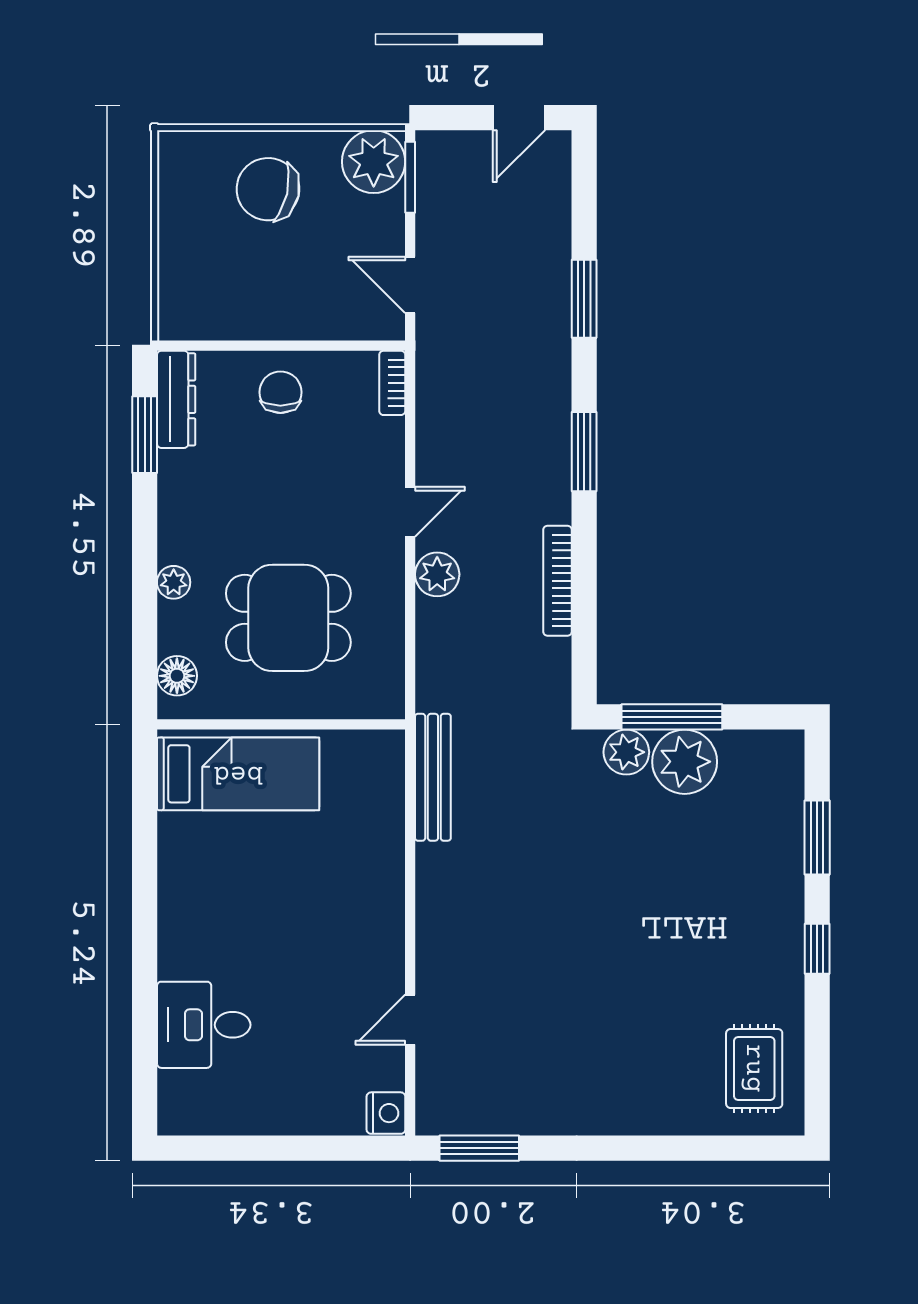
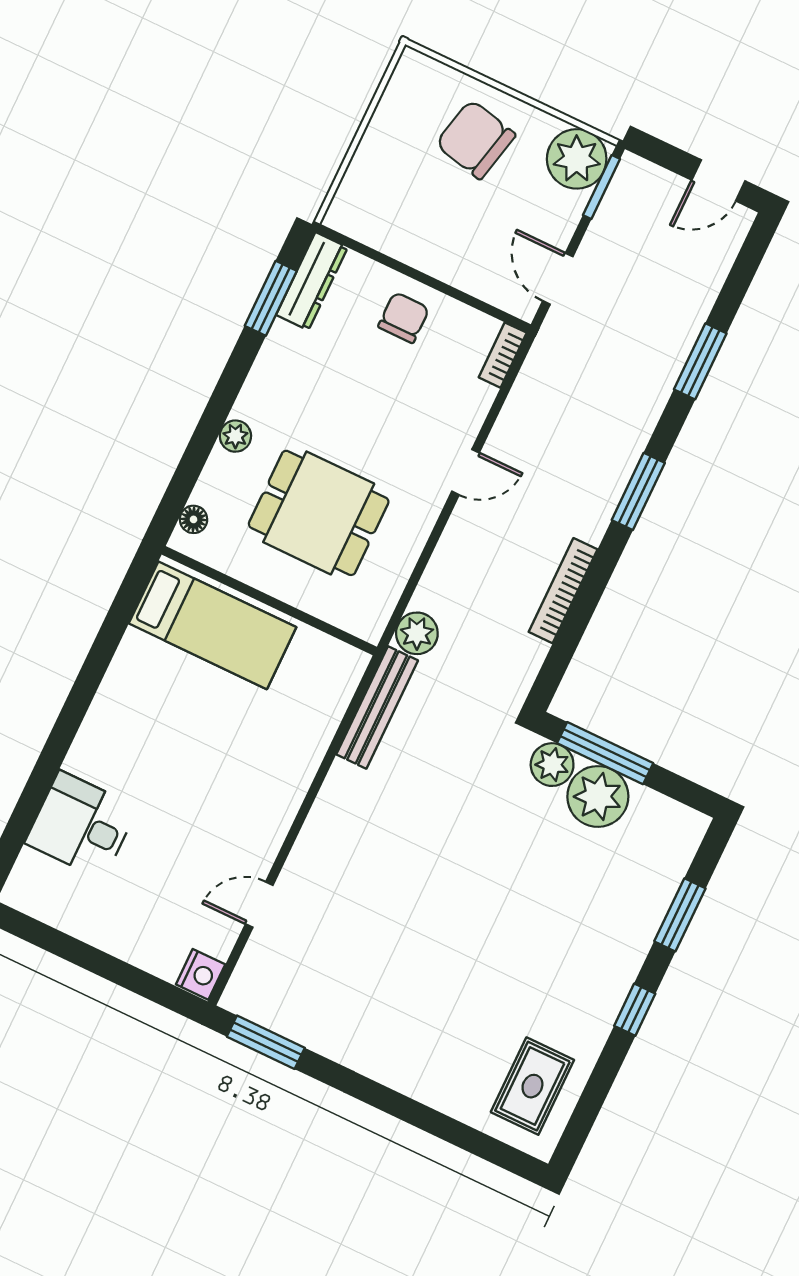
plant: (437, 574) -> (417, 633), moved
floor lamp: (177, 676) -> (194, 519), width x0.73, depth x0.73

